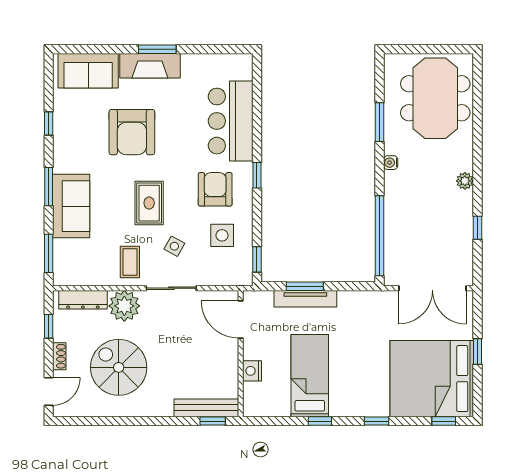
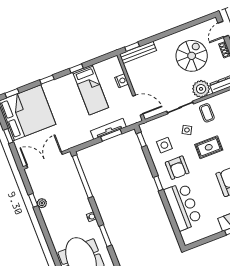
plant: (465, 181) -> (42, 203), moved
rug: (149, 203) -> (209, 147), turned 90
spiral stairs: (119, 367) -> (192, 56), turned -90

